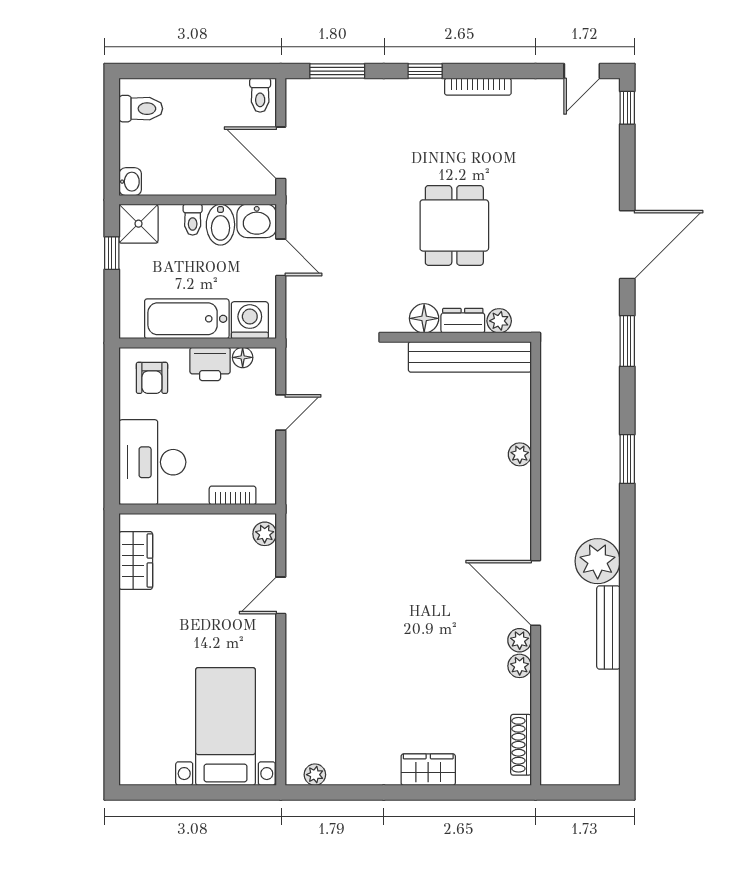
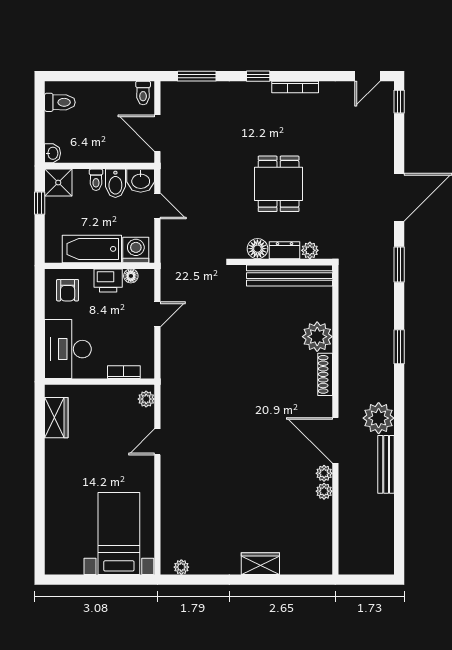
plant: (520, 454) -> (317, 337), width x1.87, depth x1.87
shoe rack: (521, 745) -> (325, 374), moved

